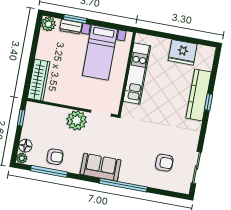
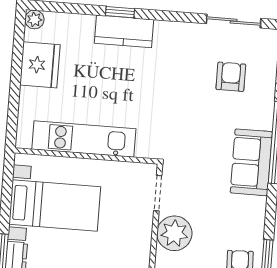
plant: (209, 52) -> (34, 19), added
kitchen counter: (199, 95) -> (124, 31), width x0.67
sofa: (101, 167) -> (251, 162), moved

